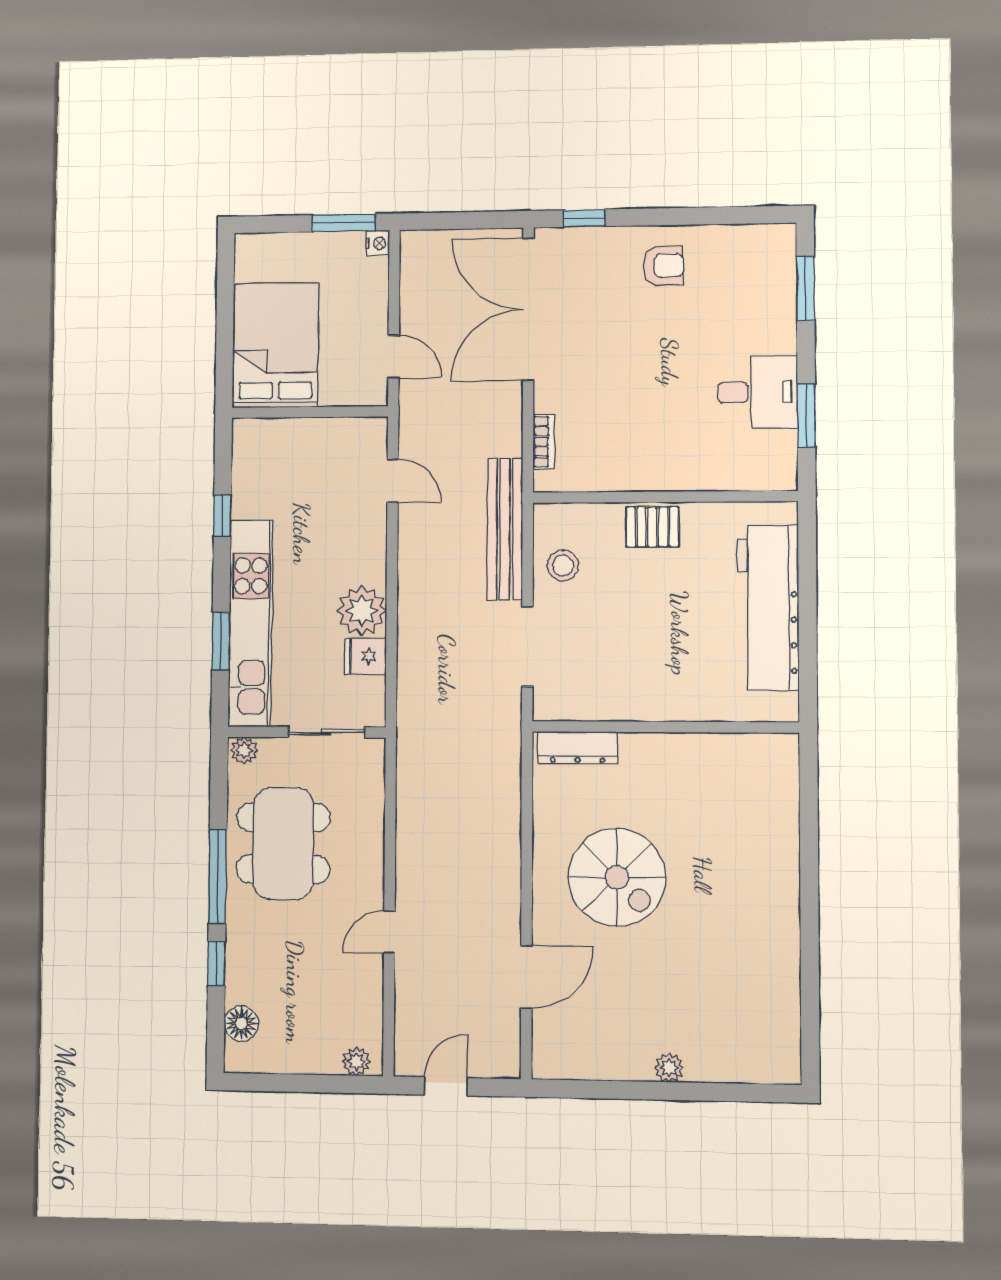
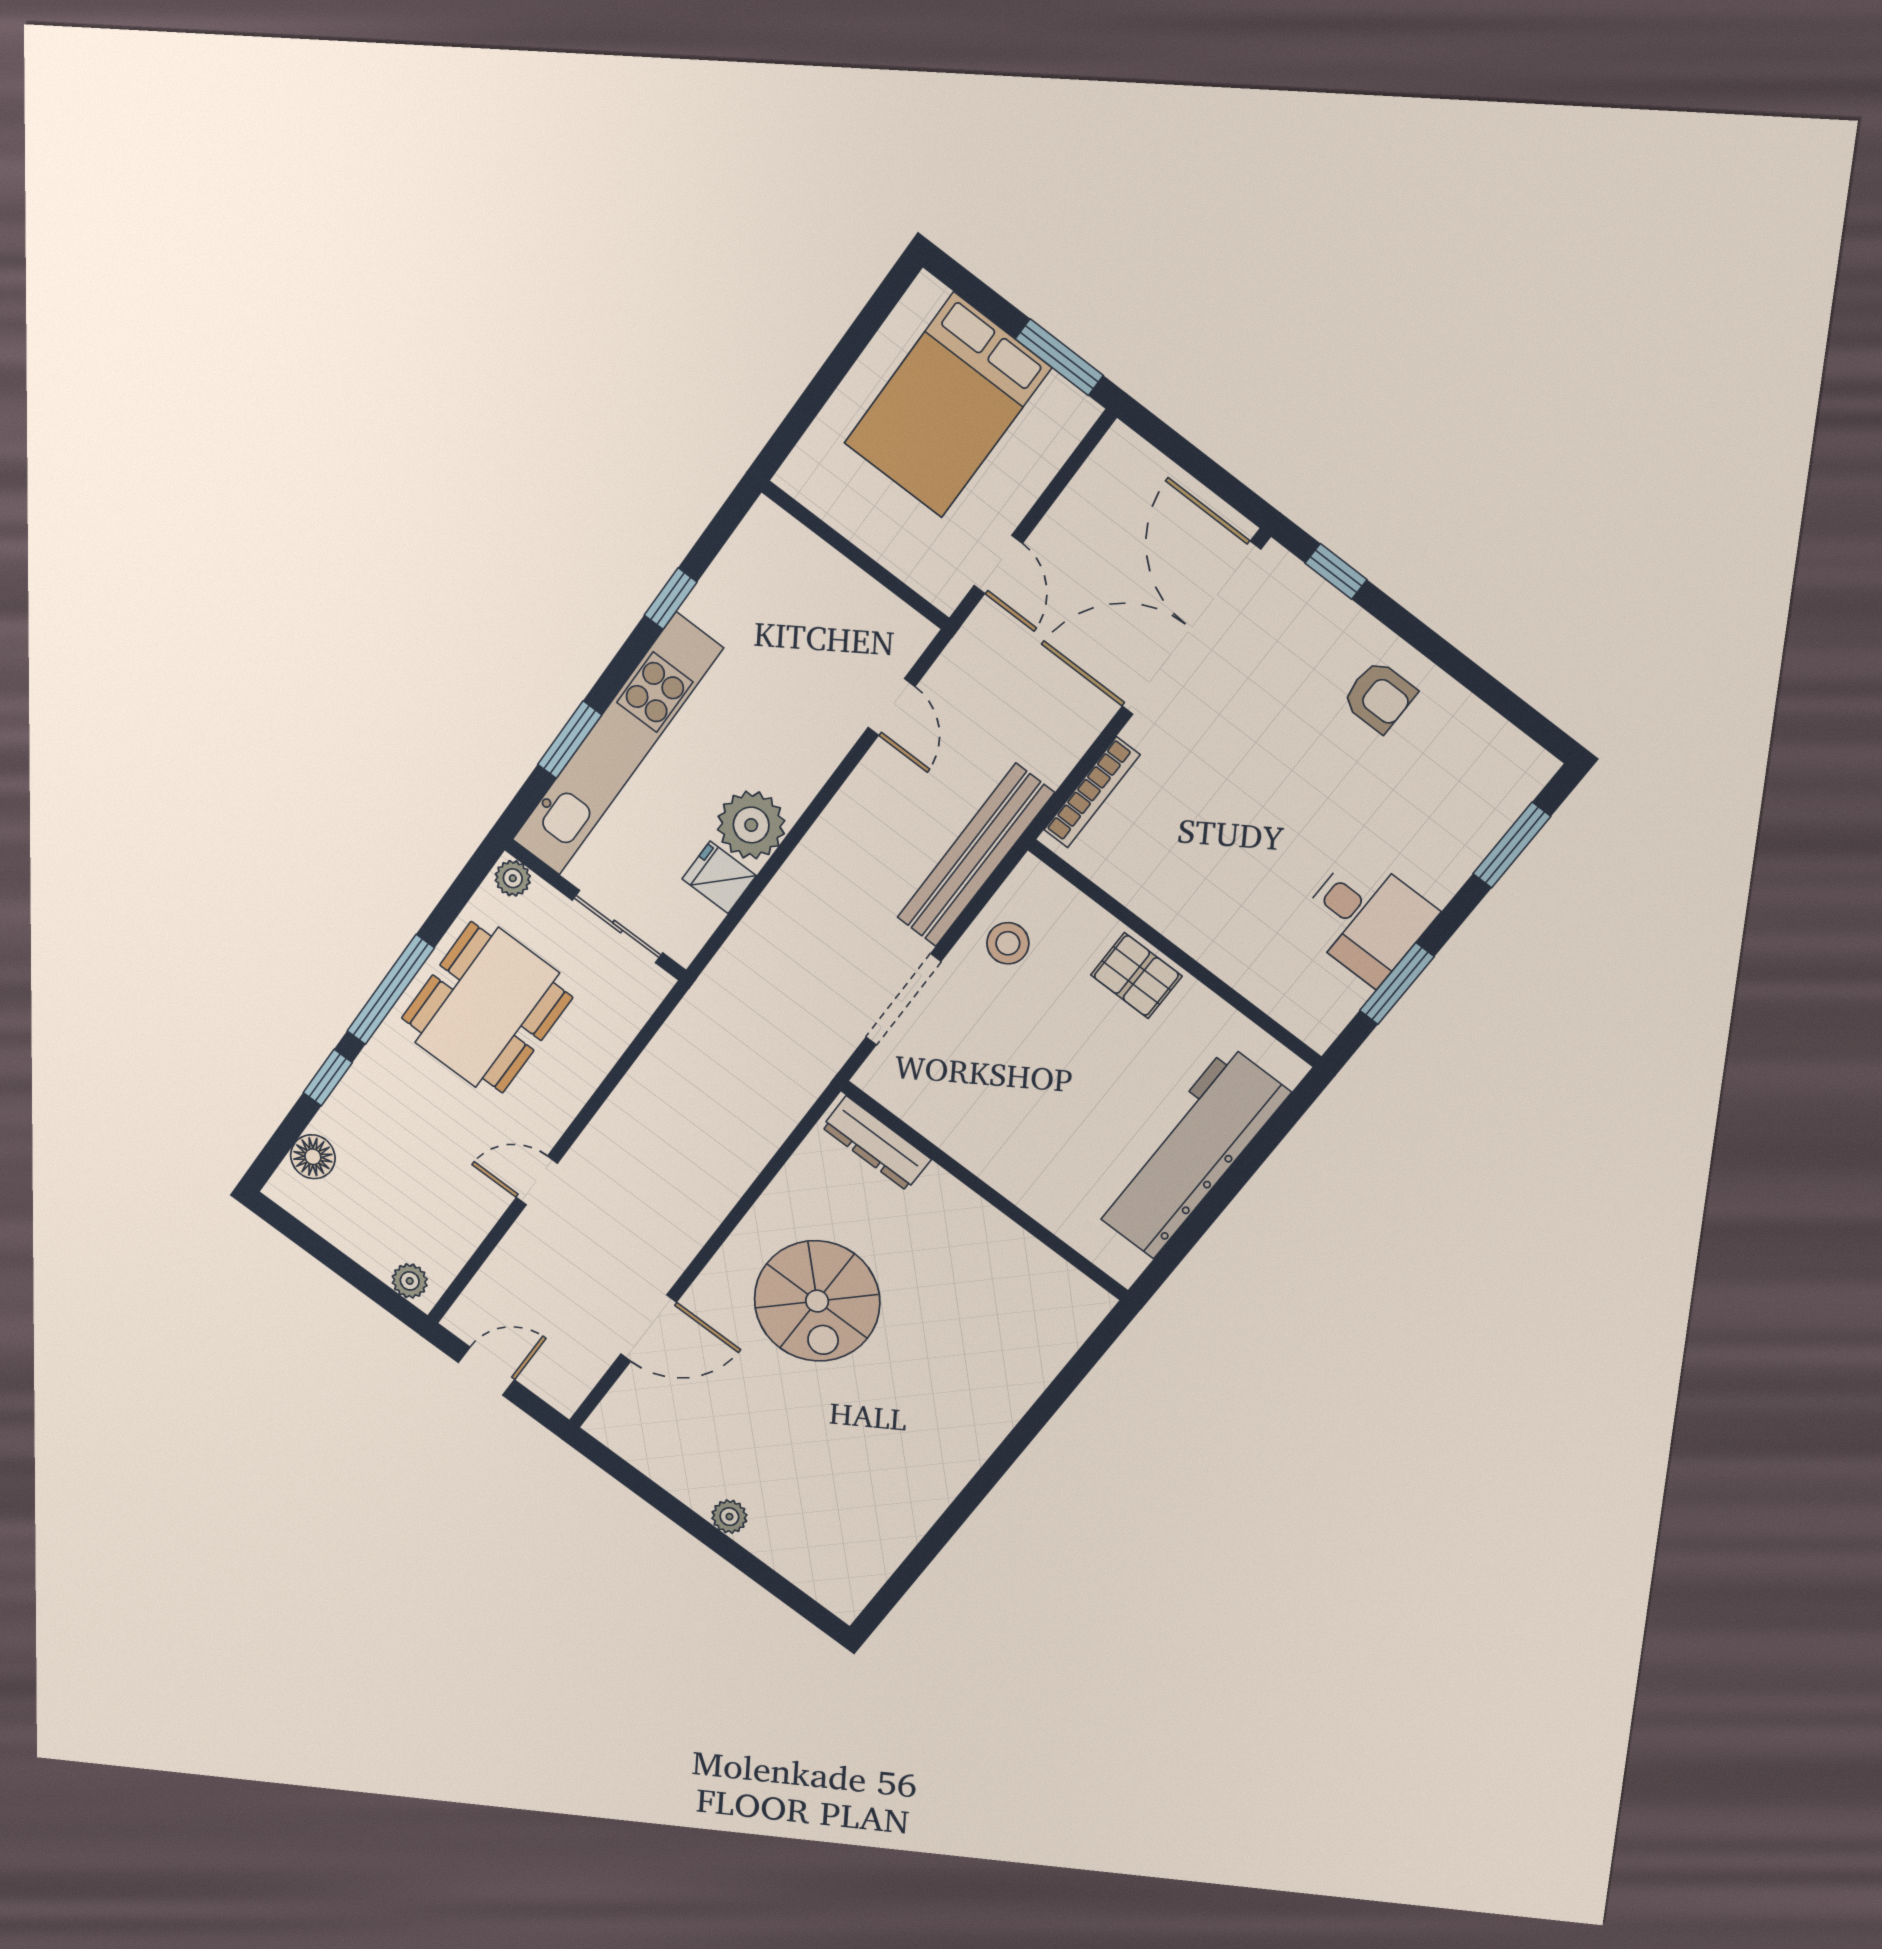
nightstand: (378, 243) -> (1080, 414), removed
bed: (276, 345) -> (948, 405), moved, turned 180
bookcase: (544, 442) -> (1092, 792), width x1.56

